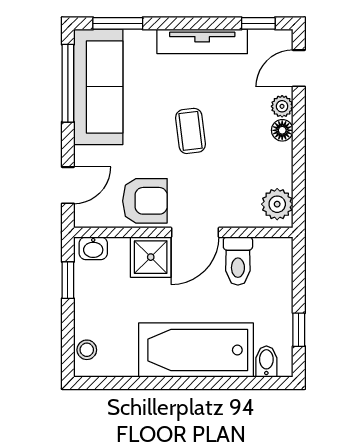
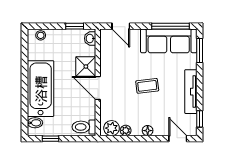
plant: (282, 106) -> (126, 130), moved
armchair: (145, 201) -> (113, 64), removed
toilet: (238, 261) -> (84, 127), moved

